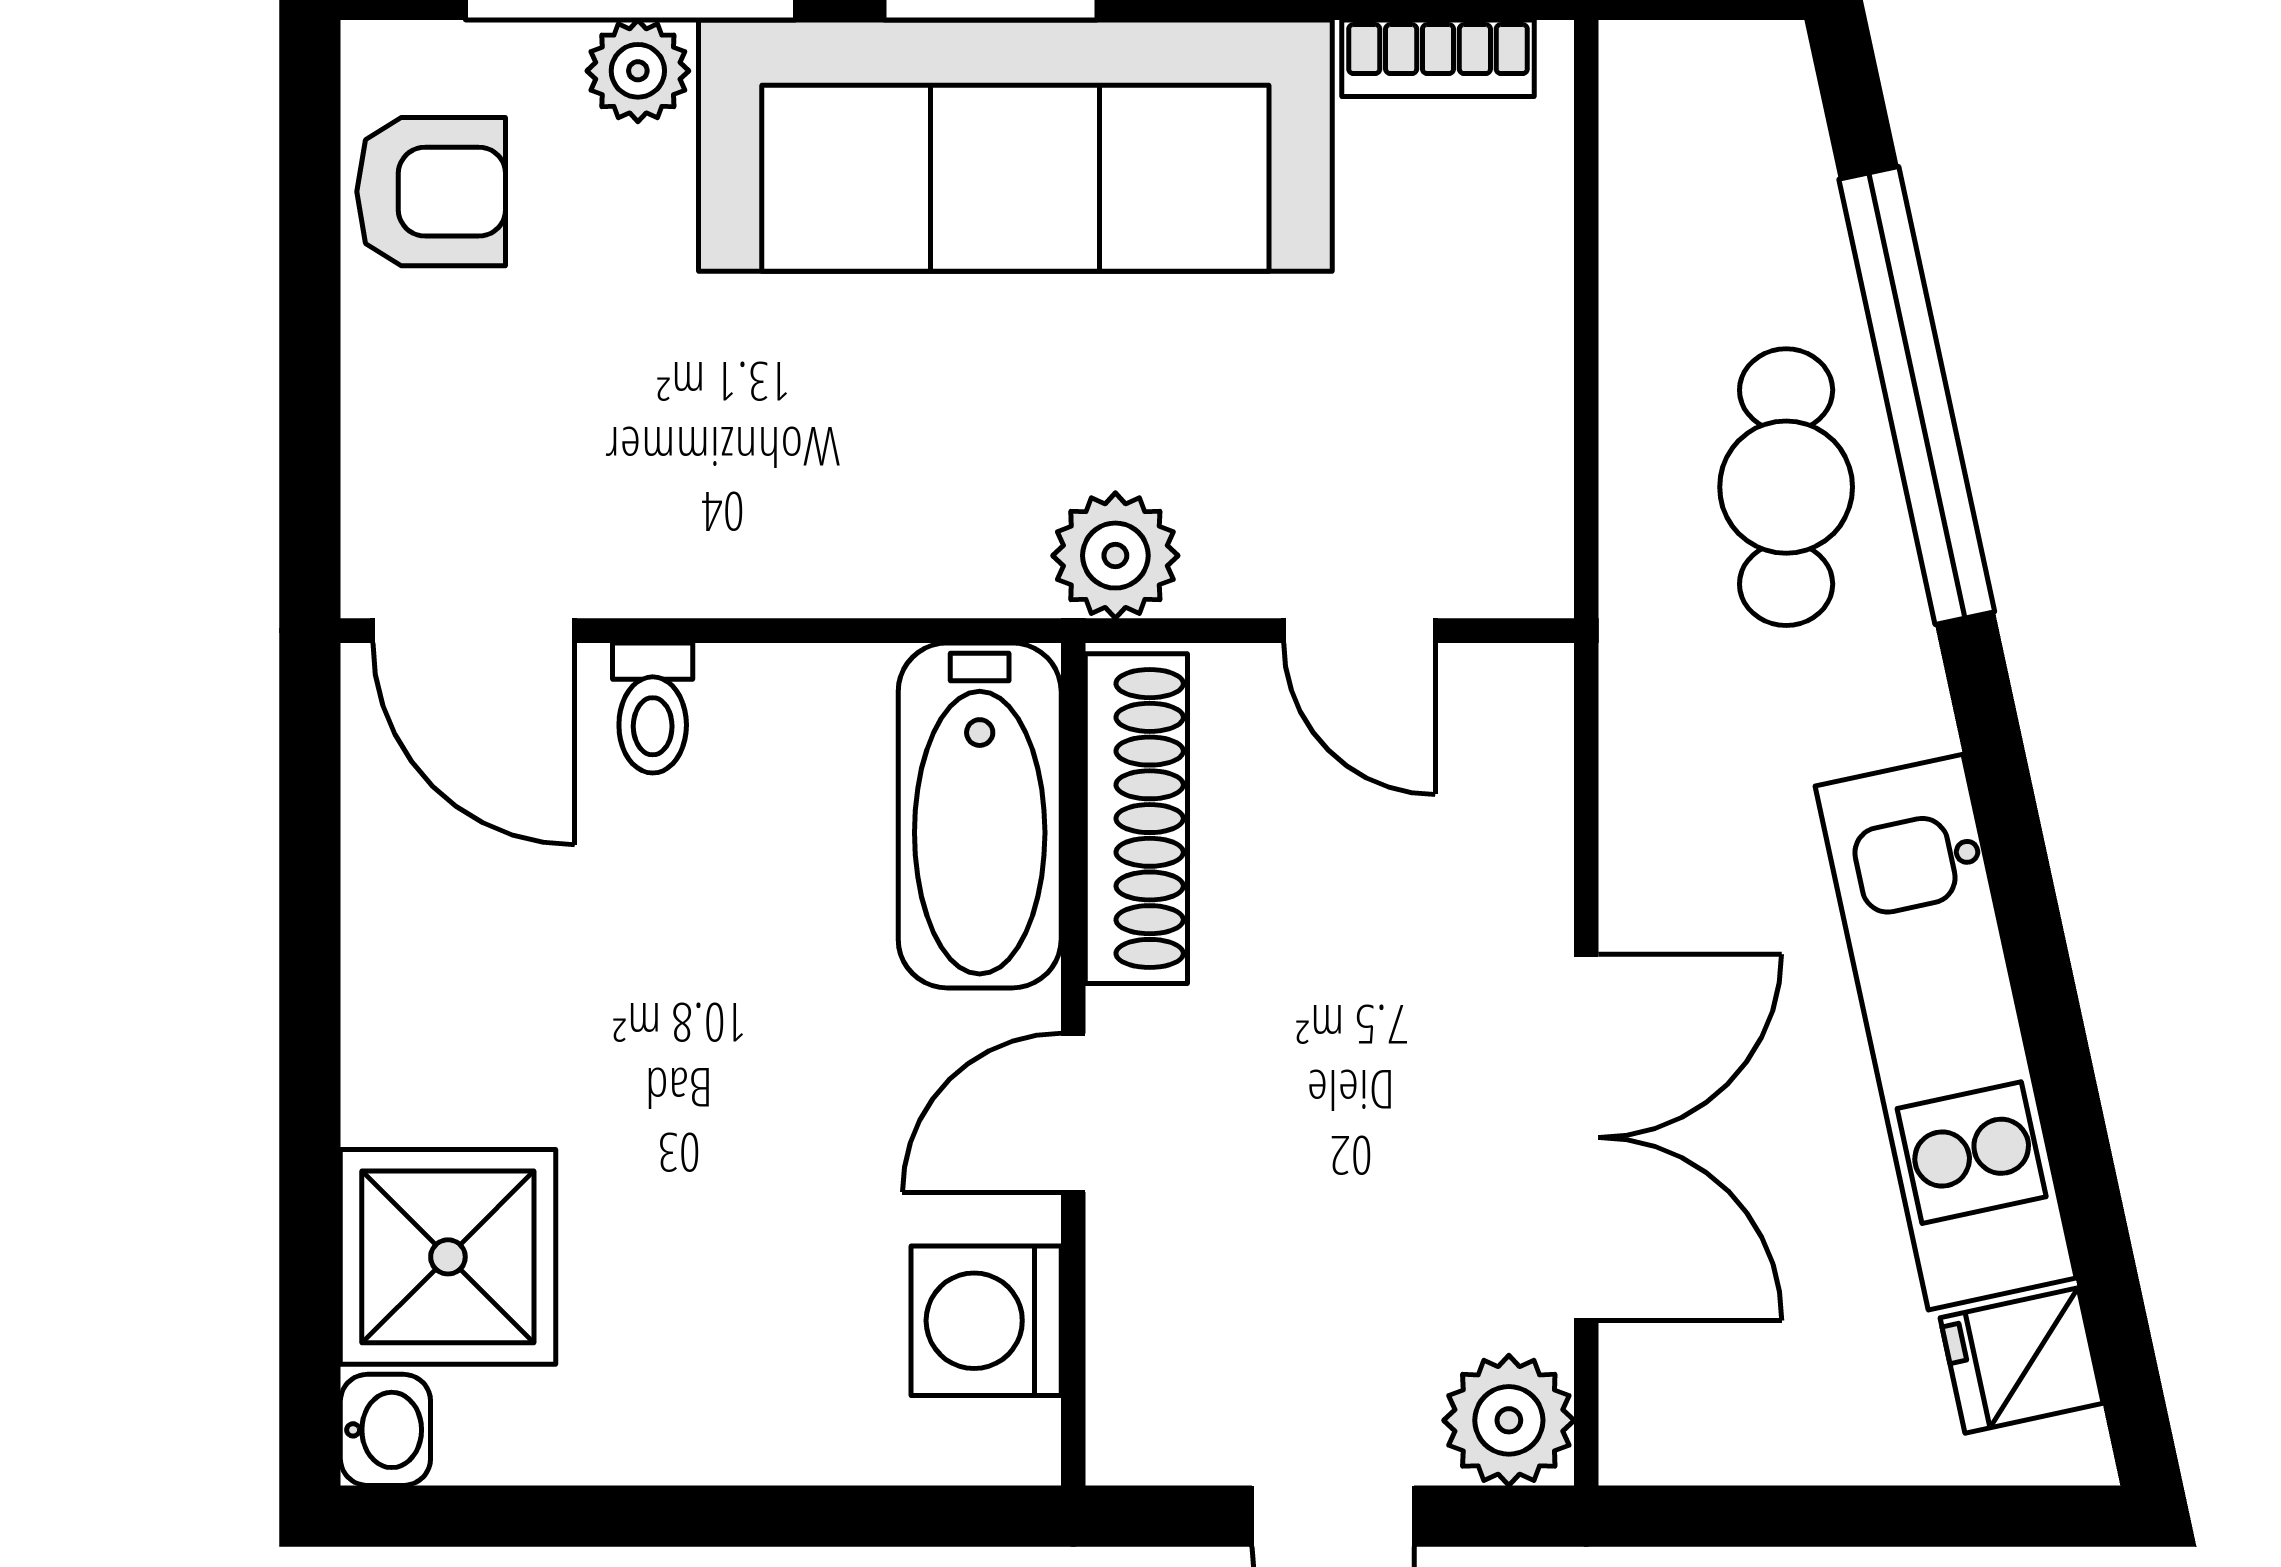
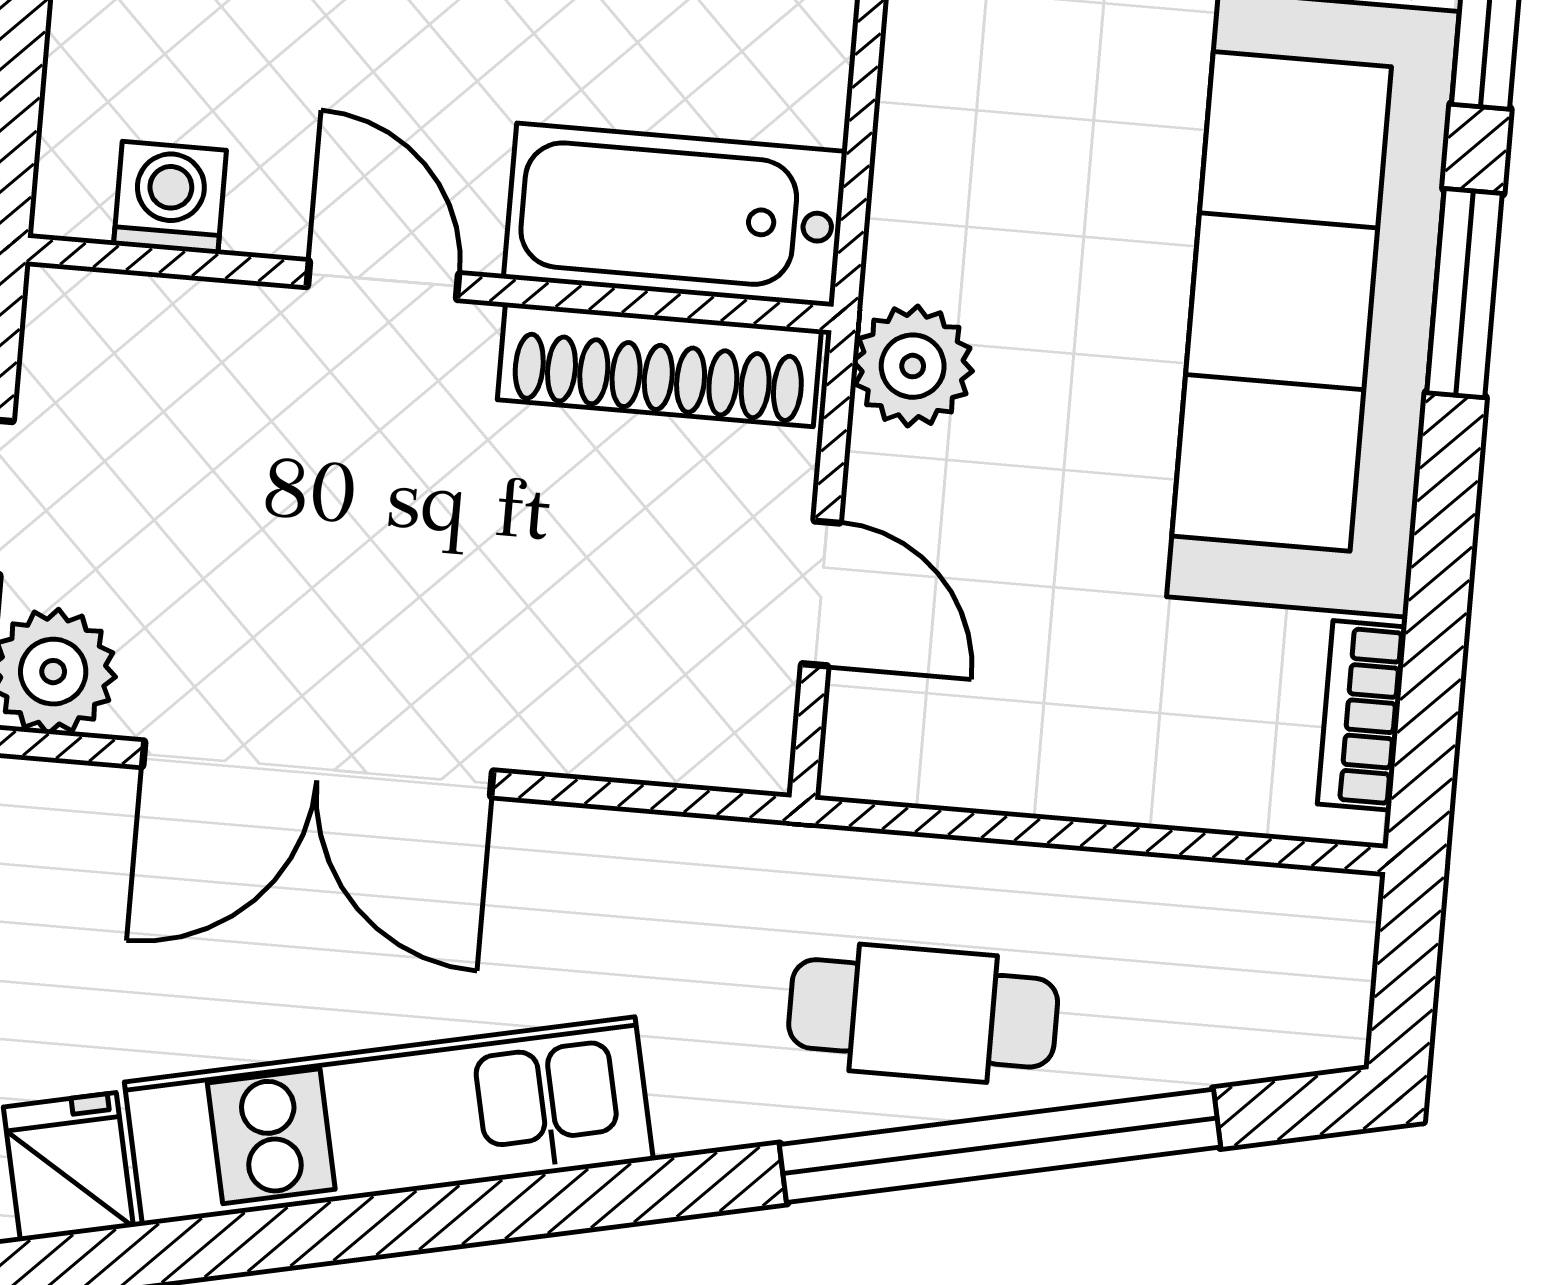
door: (1359, 631) -> (821, 593), swing flipped
washing machine: (986, 1321) -> (170, 198), width x0.73, depth x0.73

